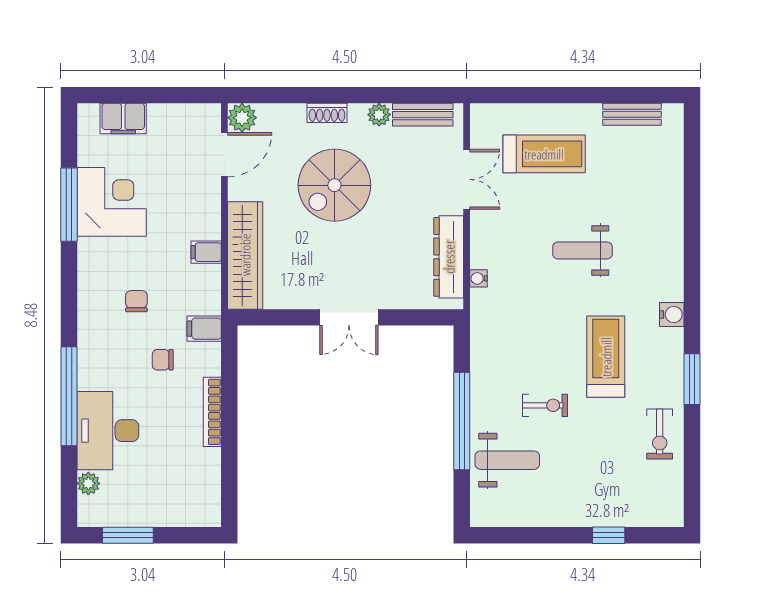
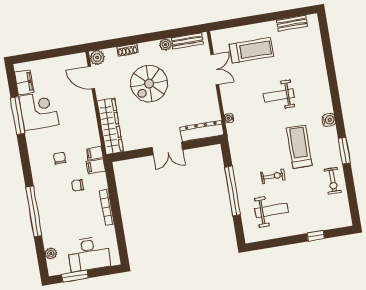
shoe rack: (327, 113) -> (127, 50), moved
filing cabinet: (123, 119) -> (24, 82), moved, turned -90
door: (224, 155) -> (91, 78), swing flipped
filing cabinet: (206, 252) -> (95, 153), moved
dresser: (449, 257) -> (202, 131), moved, turned 90
desk: (108, 431) -> (89, 254), moved, turned -90
weight bench: (507, 460) -> (272, 210), moved

